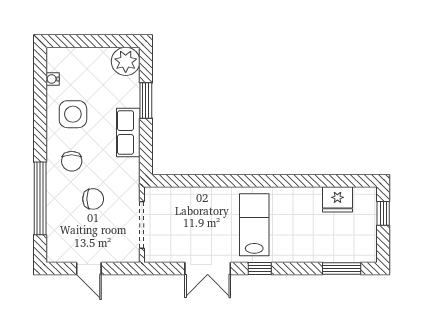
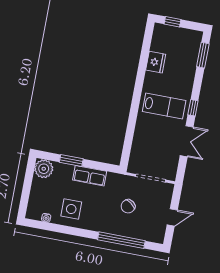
chair: (72, 161) -> (101, 215), removed
chair: (93, 199) -> (128, 206), turned -144
fridge: (337, 199) -> (156, 62), moved
lab bench: (254, 225) -> (164, 106), turned 180

